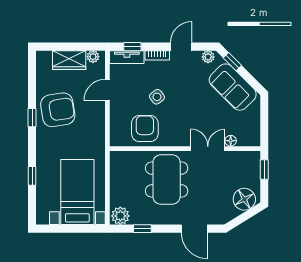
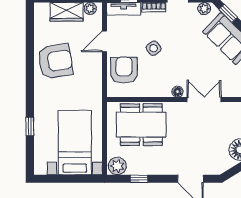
window: (32, 118) -> (30, 69), removed
armchair: (145, 128) -> (124, 70), moved
floor lamp: (231, 141) -> (177, 92), moved
dining table: (167, 179) -> (141, 125), moved, turned 90

